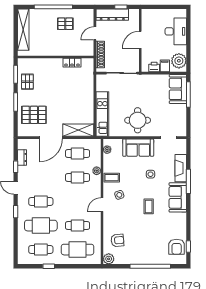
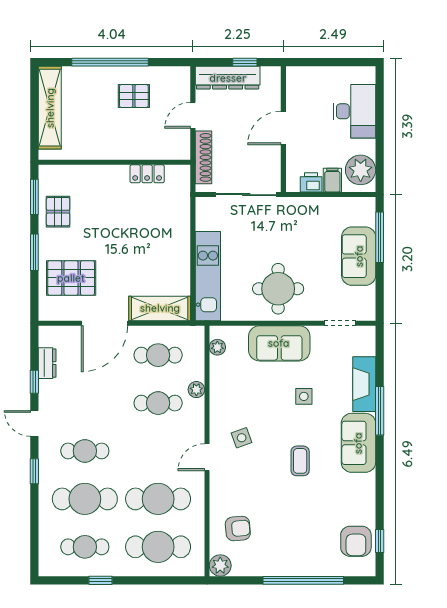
sofa: (178, 89) -> (359, 256), moved
coffee table: (112, 178) -> (226, 403), removed
cafe table: (78, 226) -> (158, 499), width x1.37, depth x1.35

